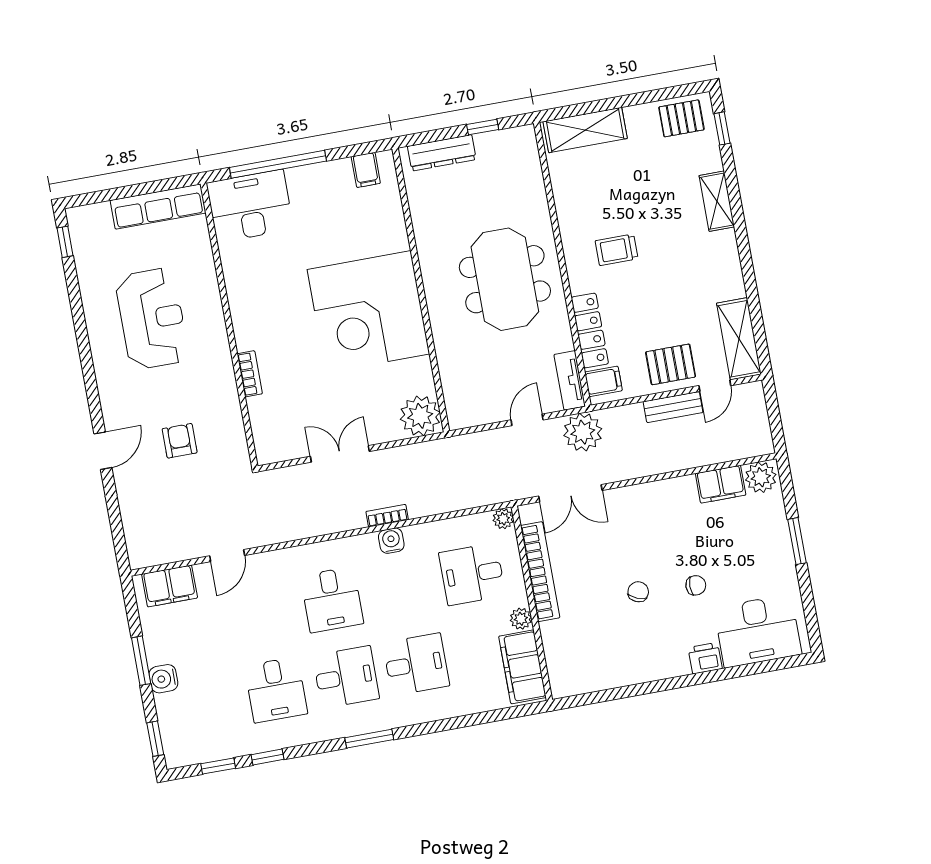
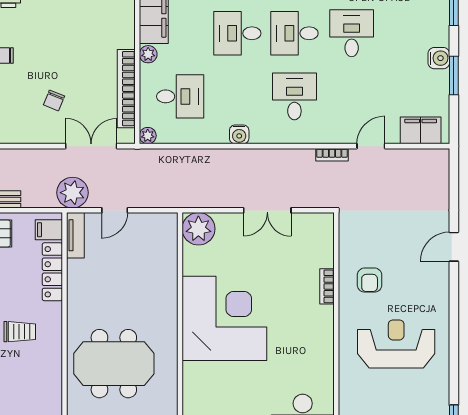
meeting table: (505, 279) -> (114, 364), moved, turned 90
reception desk: (152, 319) -> (396, 344), turned 90
armchair: (180, 441) -> (370, 280), moved
bookcase: (387, 516) -> (332, 155), moved
chair: (638, 592) -> (54, 100), moved

